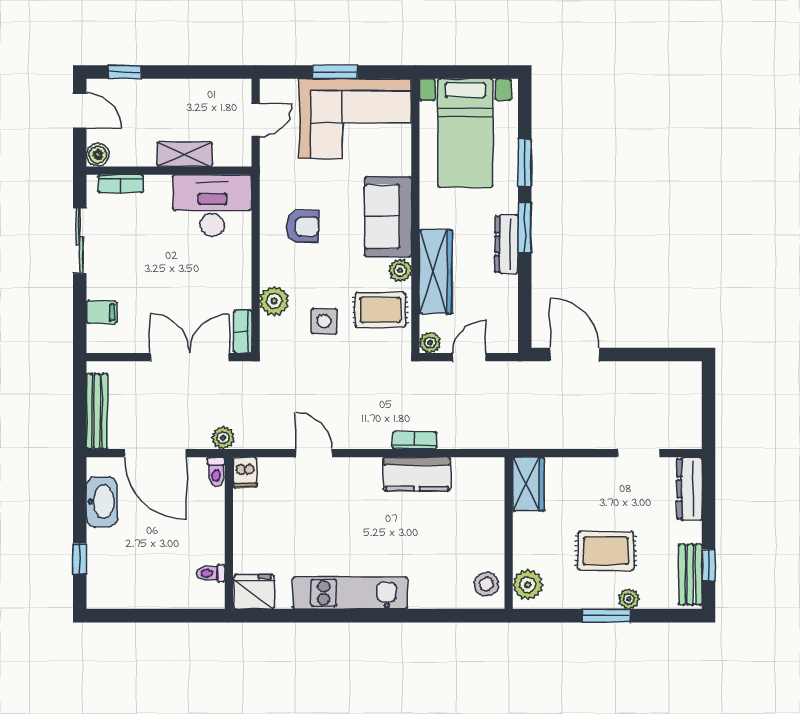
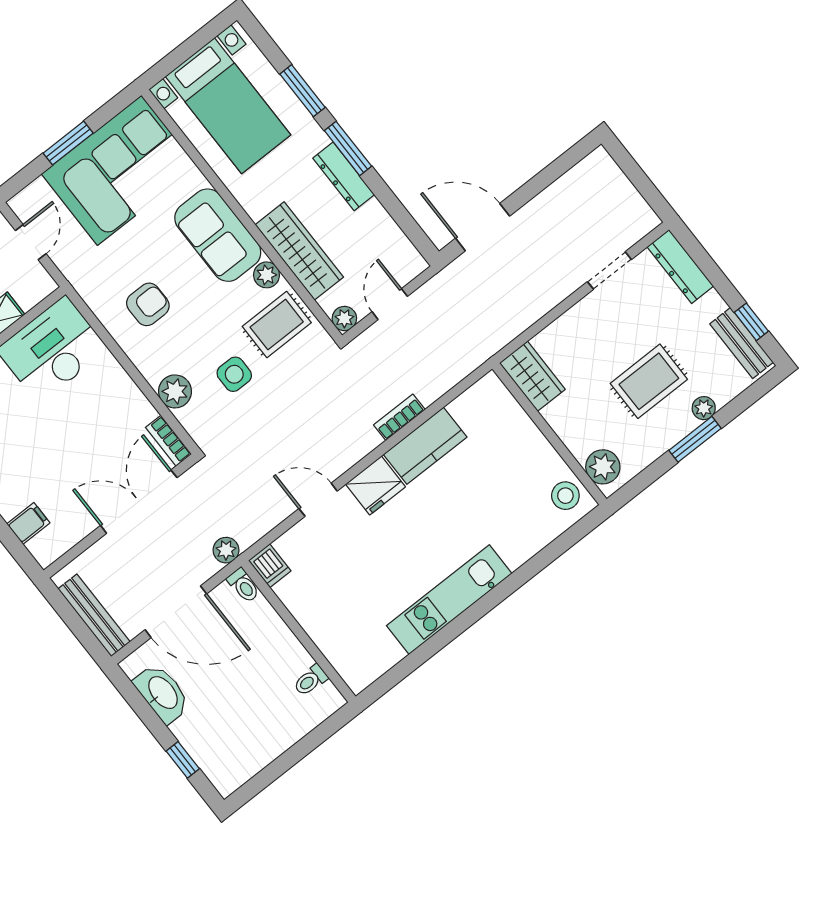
fridge: (254, 592) -> (375, 486), moved, turned 180

